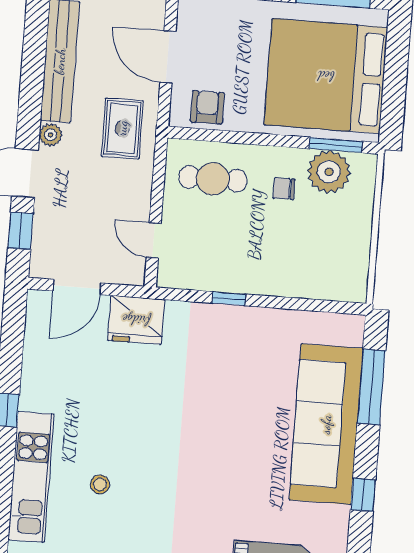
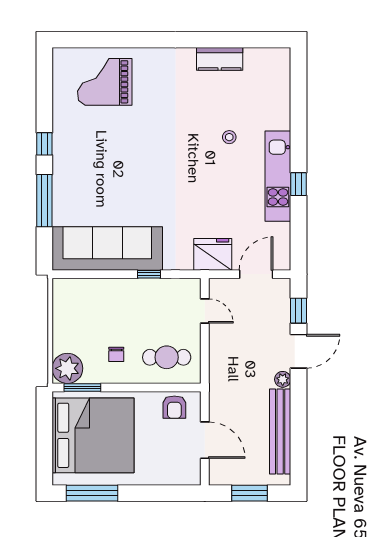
rug: (122, 128) -> (233, 388), removed
plant: (329, 172) -> (67, 368), moved
chair: (284, 189) -> (116, 354), turned 90
window: (371, 387) -> (44, 201), moved
sofa: (326, 424) -> (107, 248), moved, turned -90
kitchen unit: (31, 477) -> (278, 176), moved

